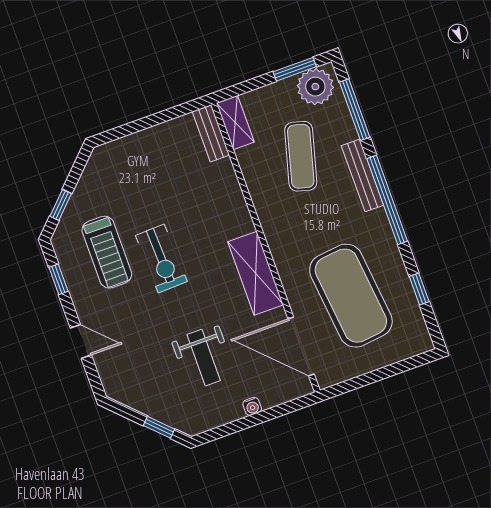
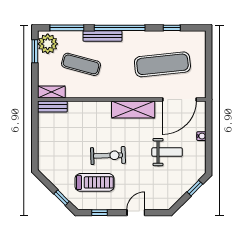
exercise mat: (351, 296) -> (162, 64), width x0.68

